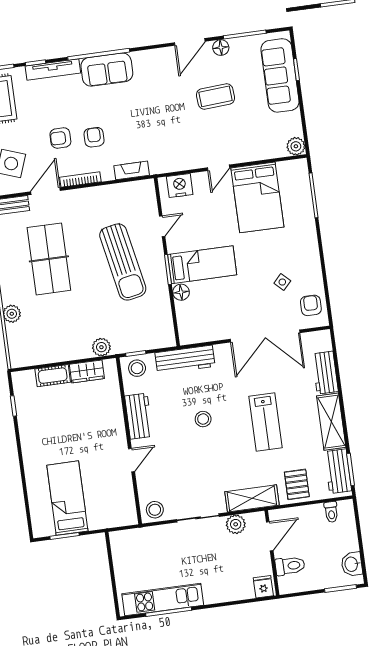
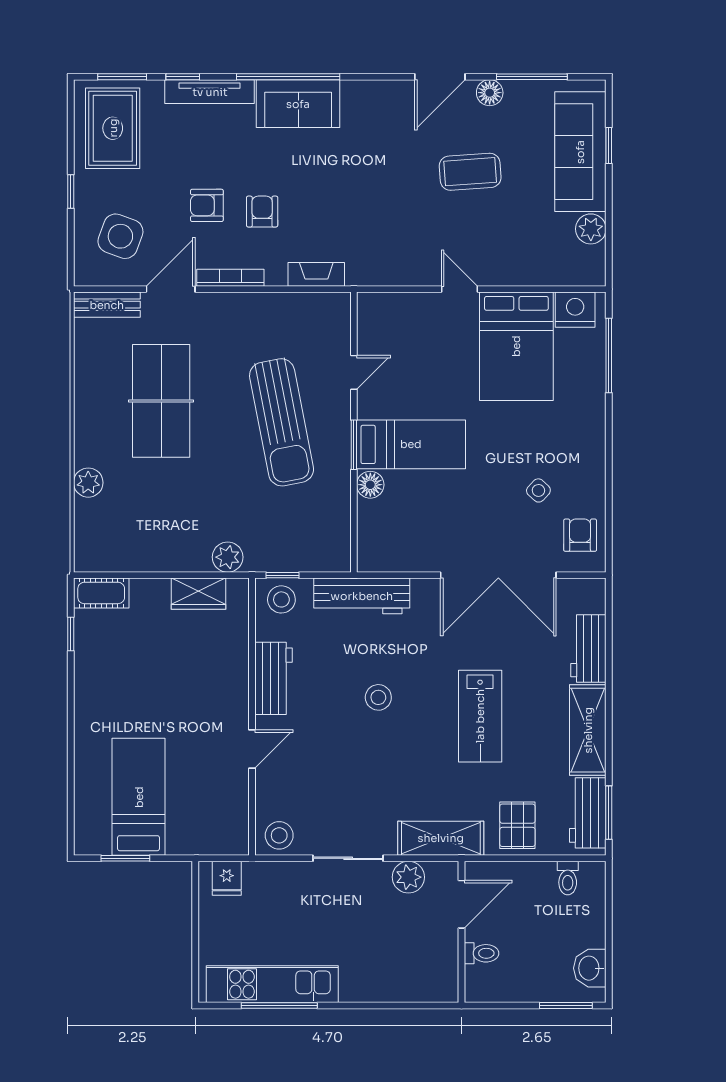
plant: (296, 146) -> (591, 229), moved
door: (219, 168) -> (459, 289), swing flipped
nightstand: (180, 186) -> (575, 310), moved
cot: (53, 376) -> (101, 593), moved
toilet: (290, 566) -> (482, 953), width x0.73, depth x0.72
fridge: (263, 587) -> (227, 878), moved, turned 180

